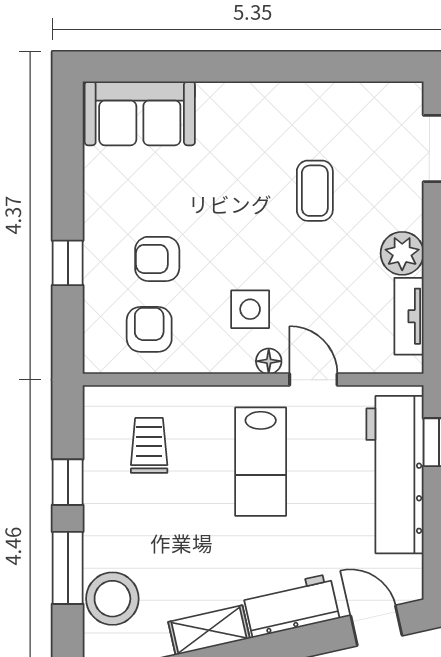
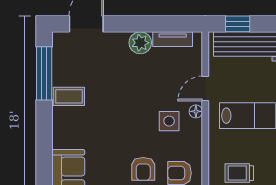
window: (343, 67) -> (44, 73), added
coffee table: (315, 191) -> (69, 96), moved

